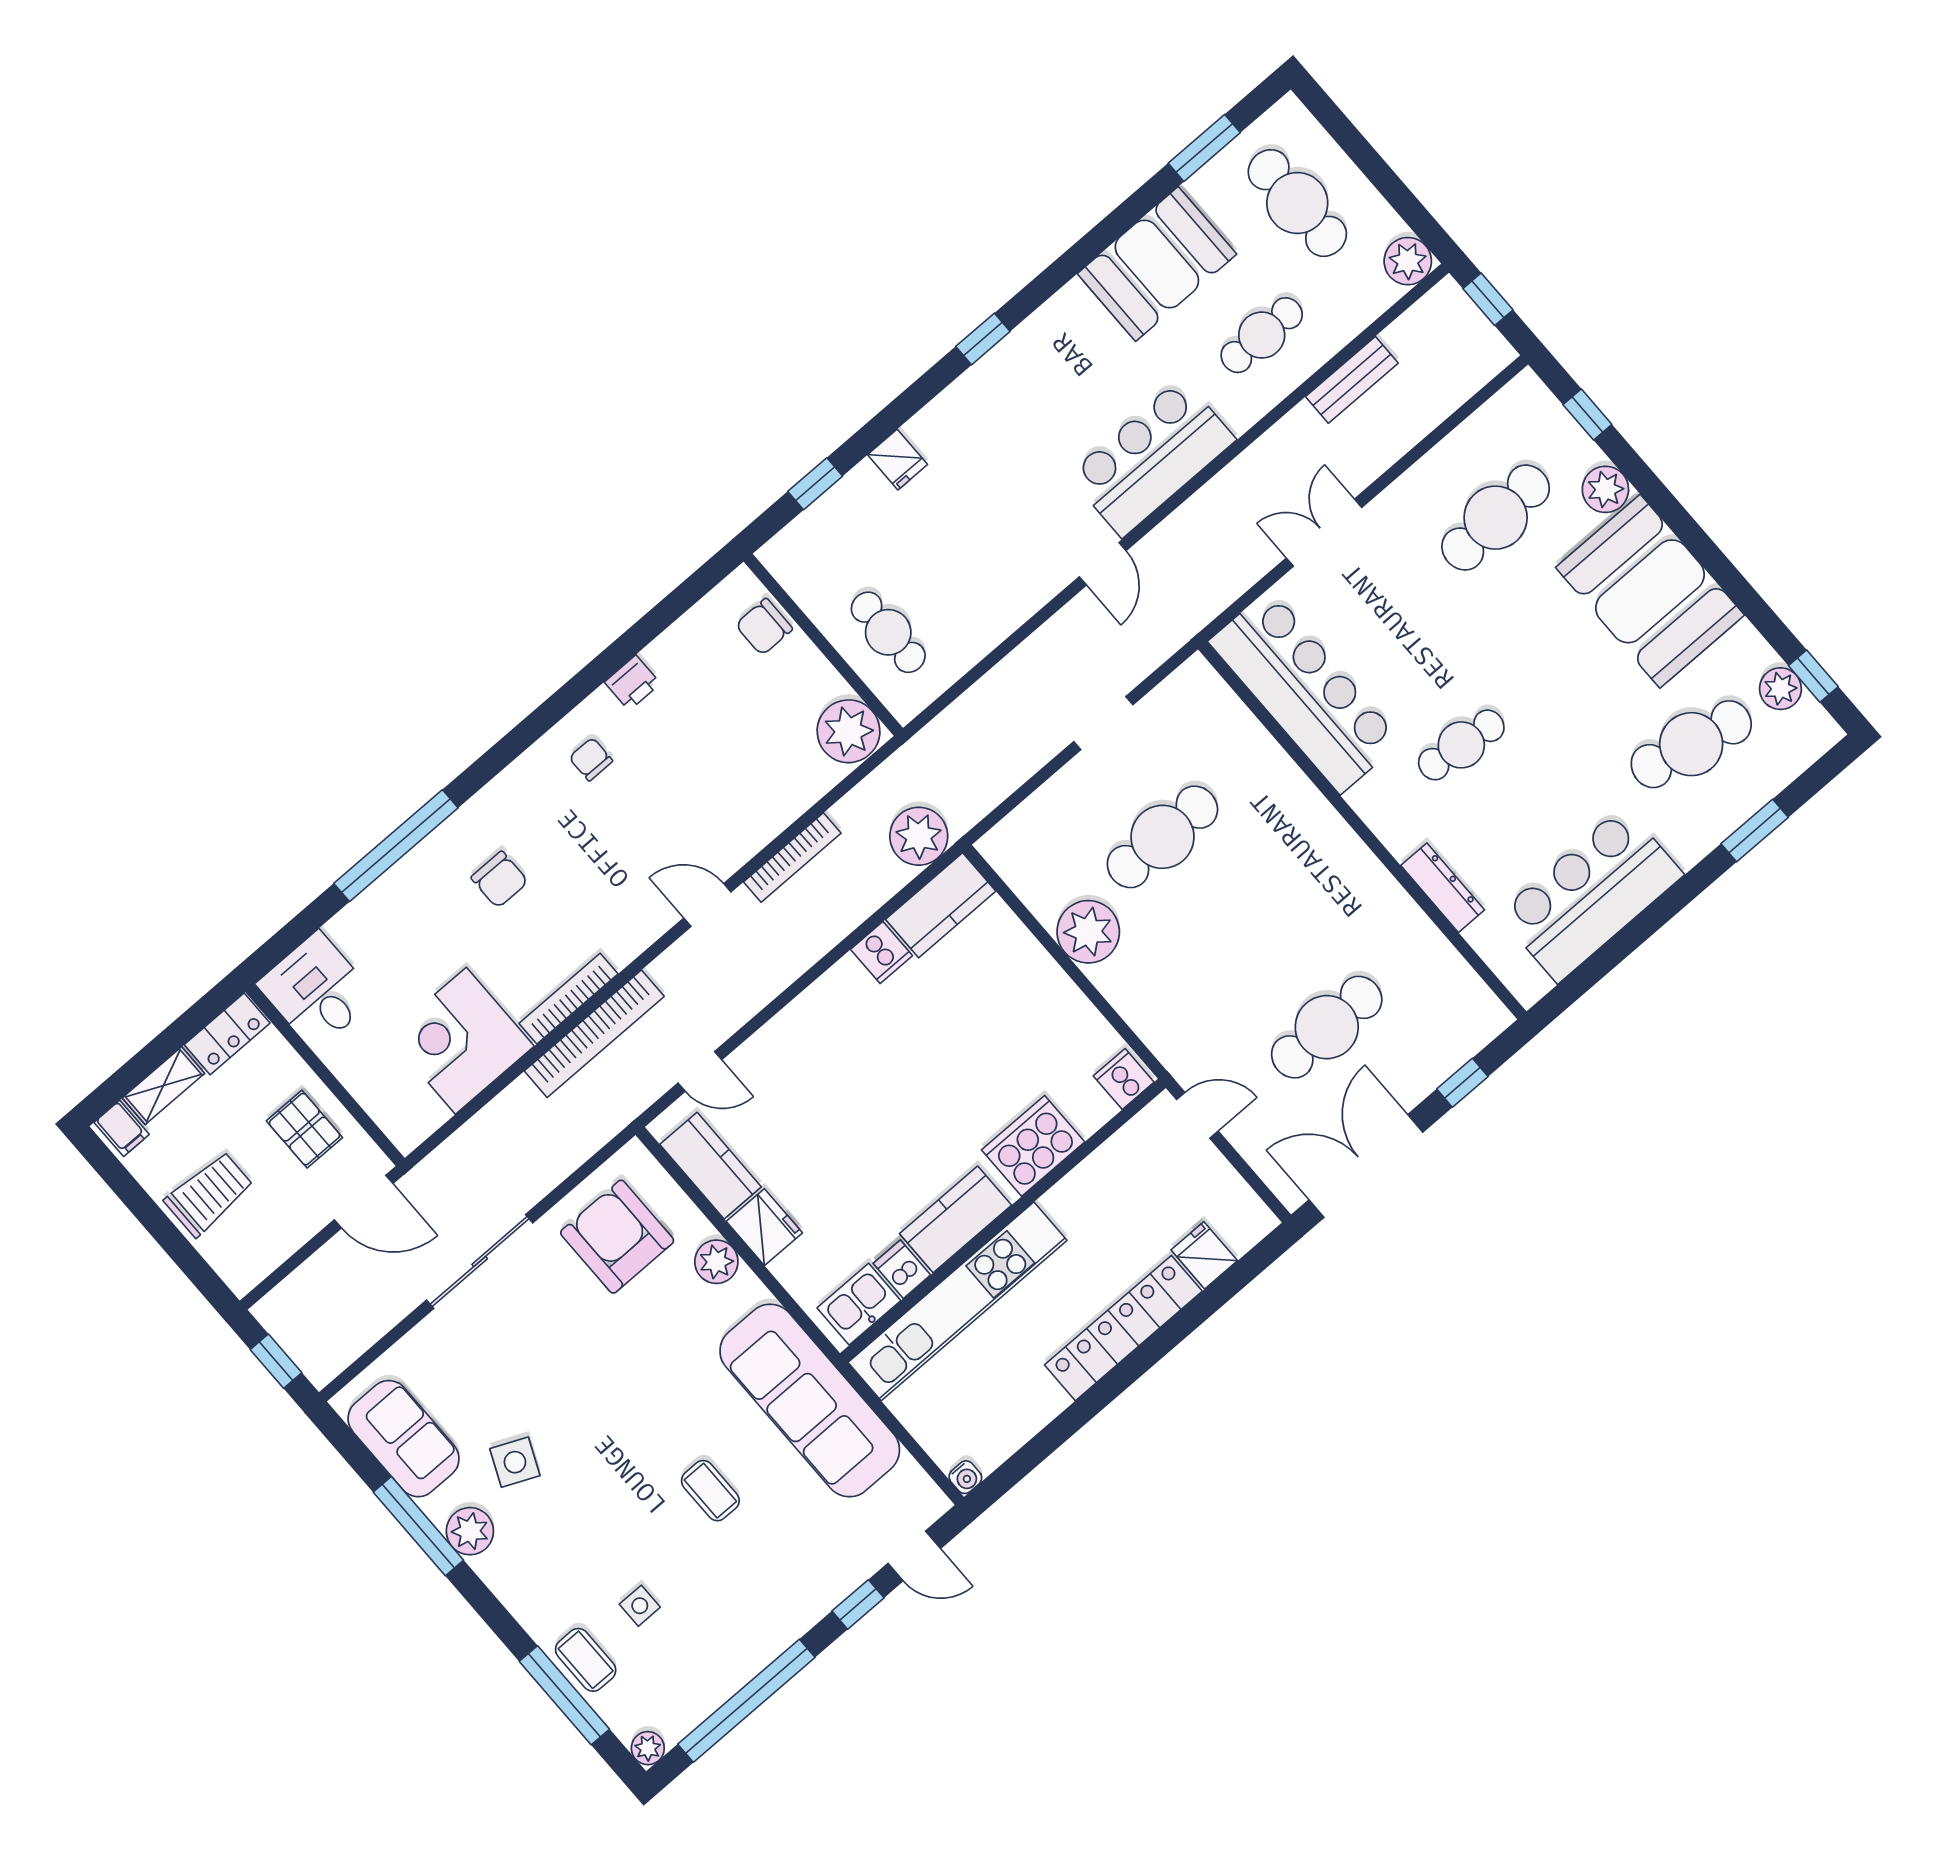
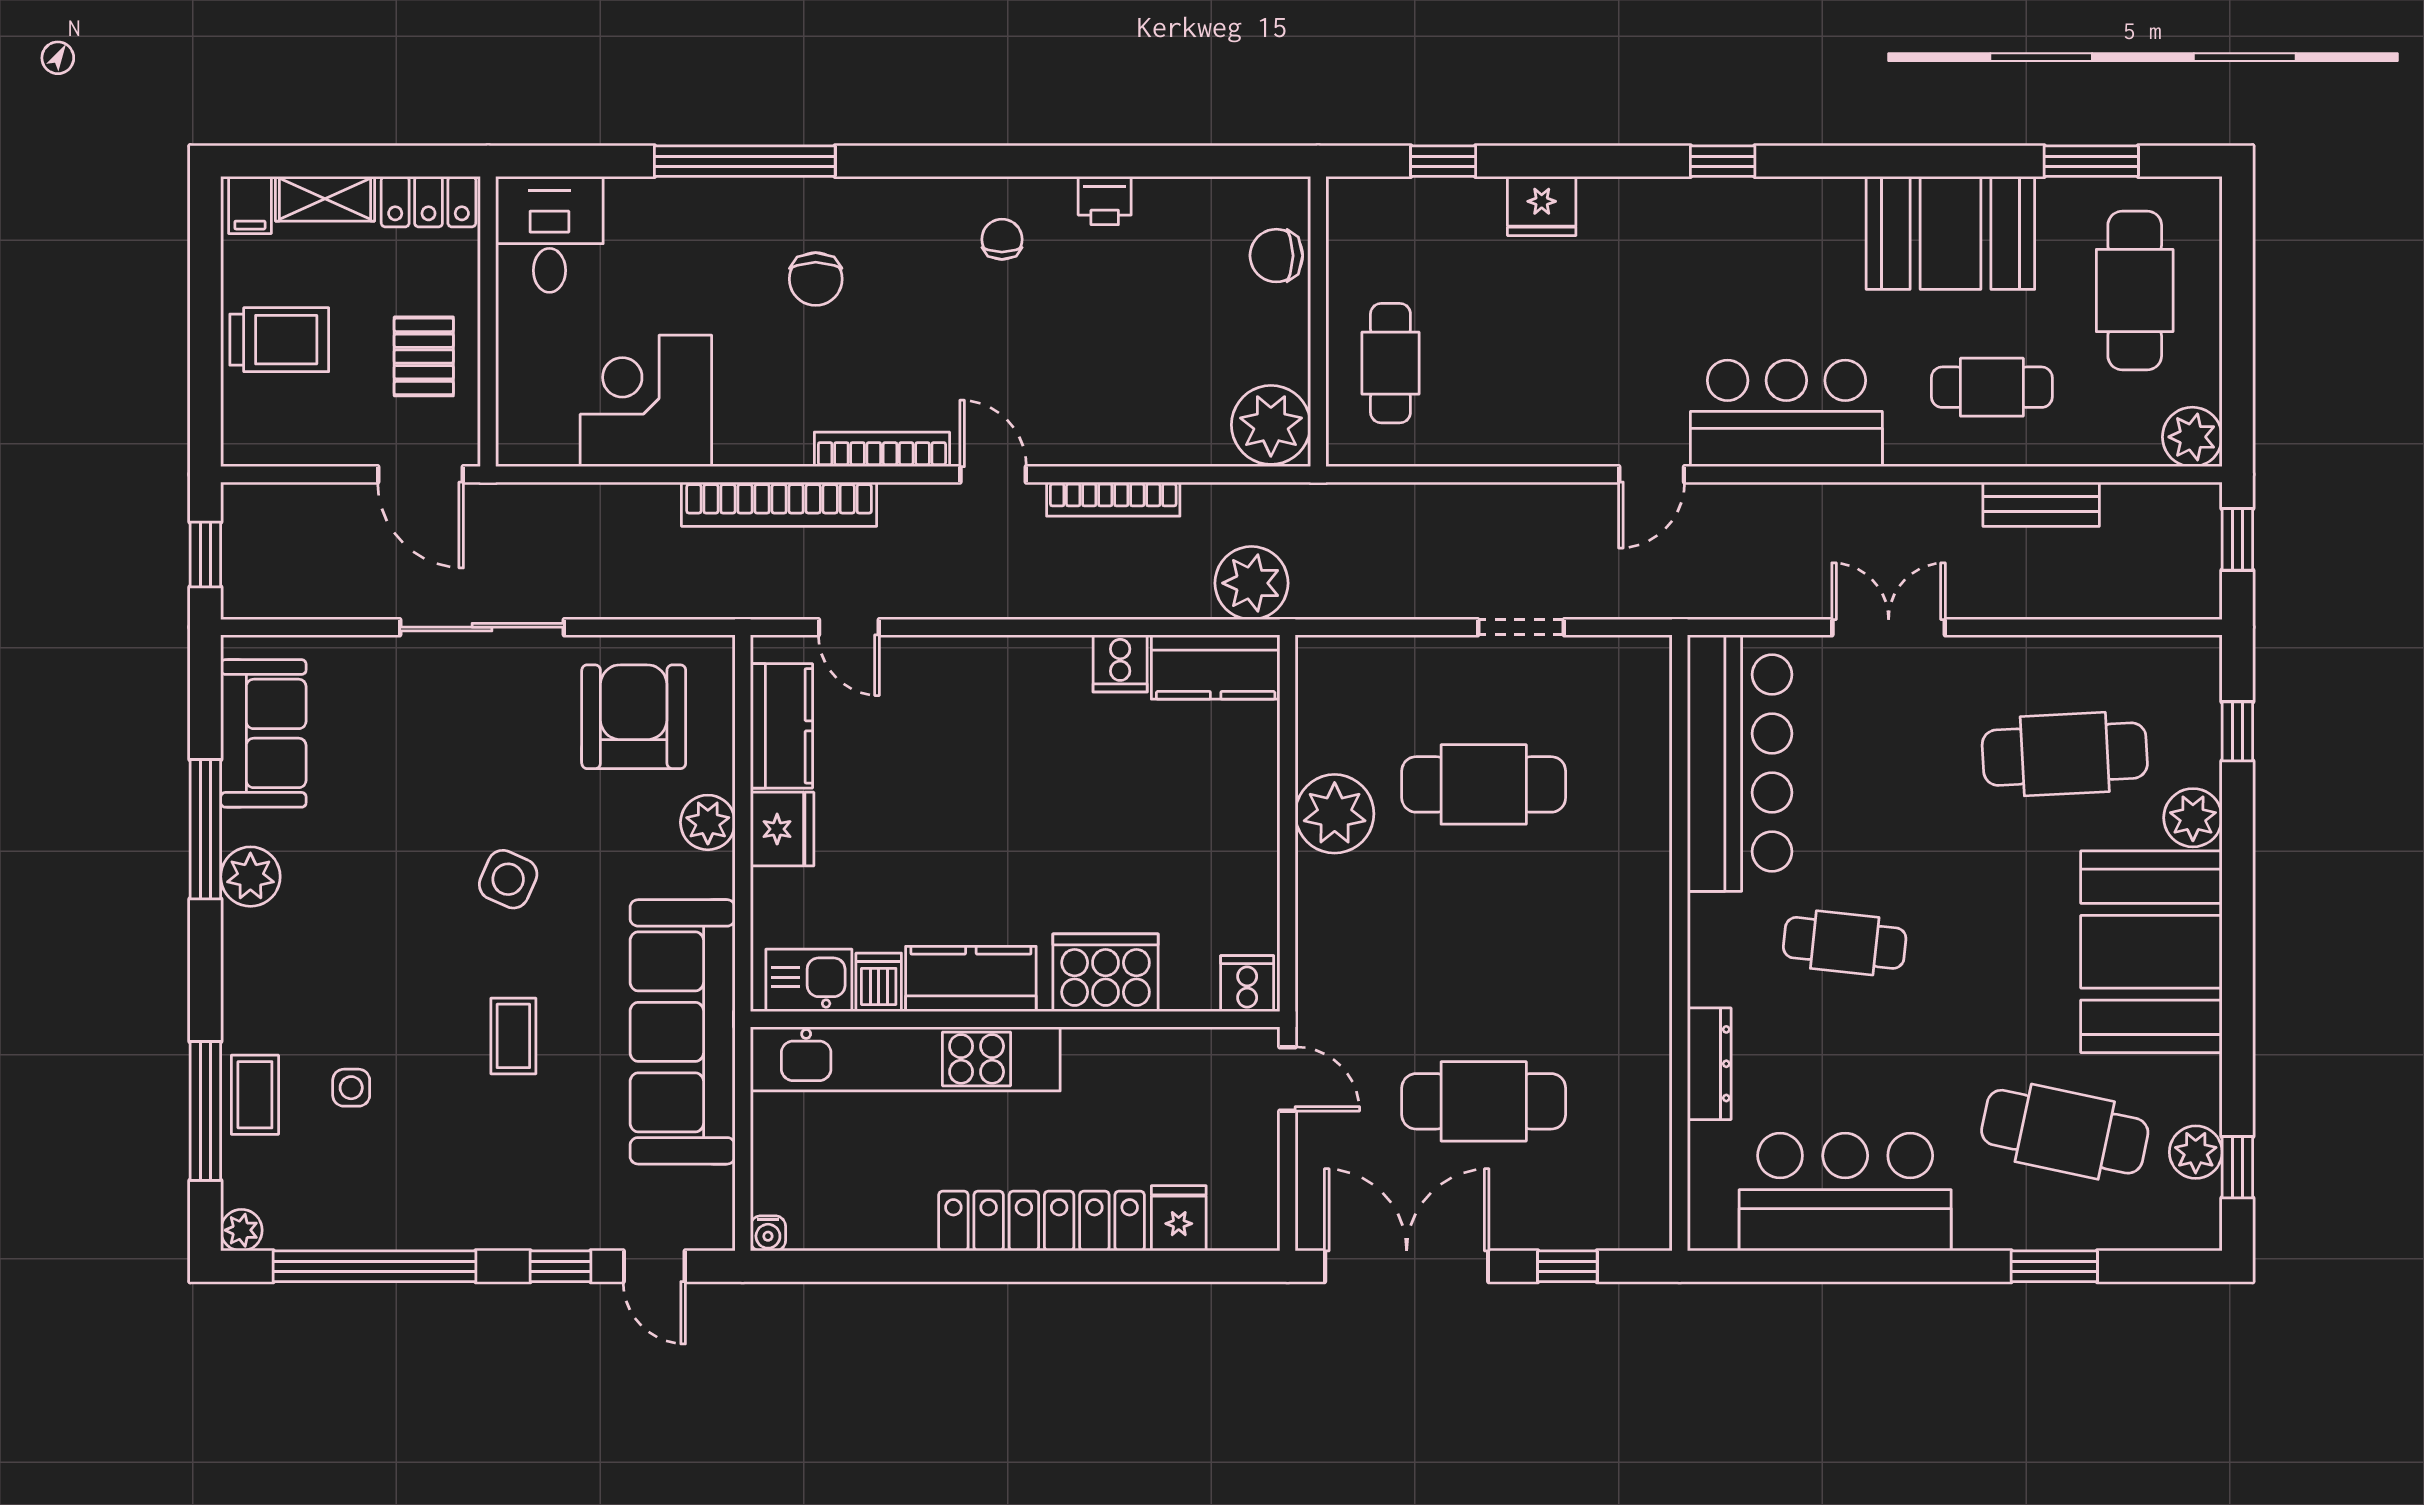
fridge: (898, 460) -> (1542, 206), width x1.38
bookcase: (569, 999) -> (882, 449), moved
side table: (515, 1462) -> (508, 879), moved

